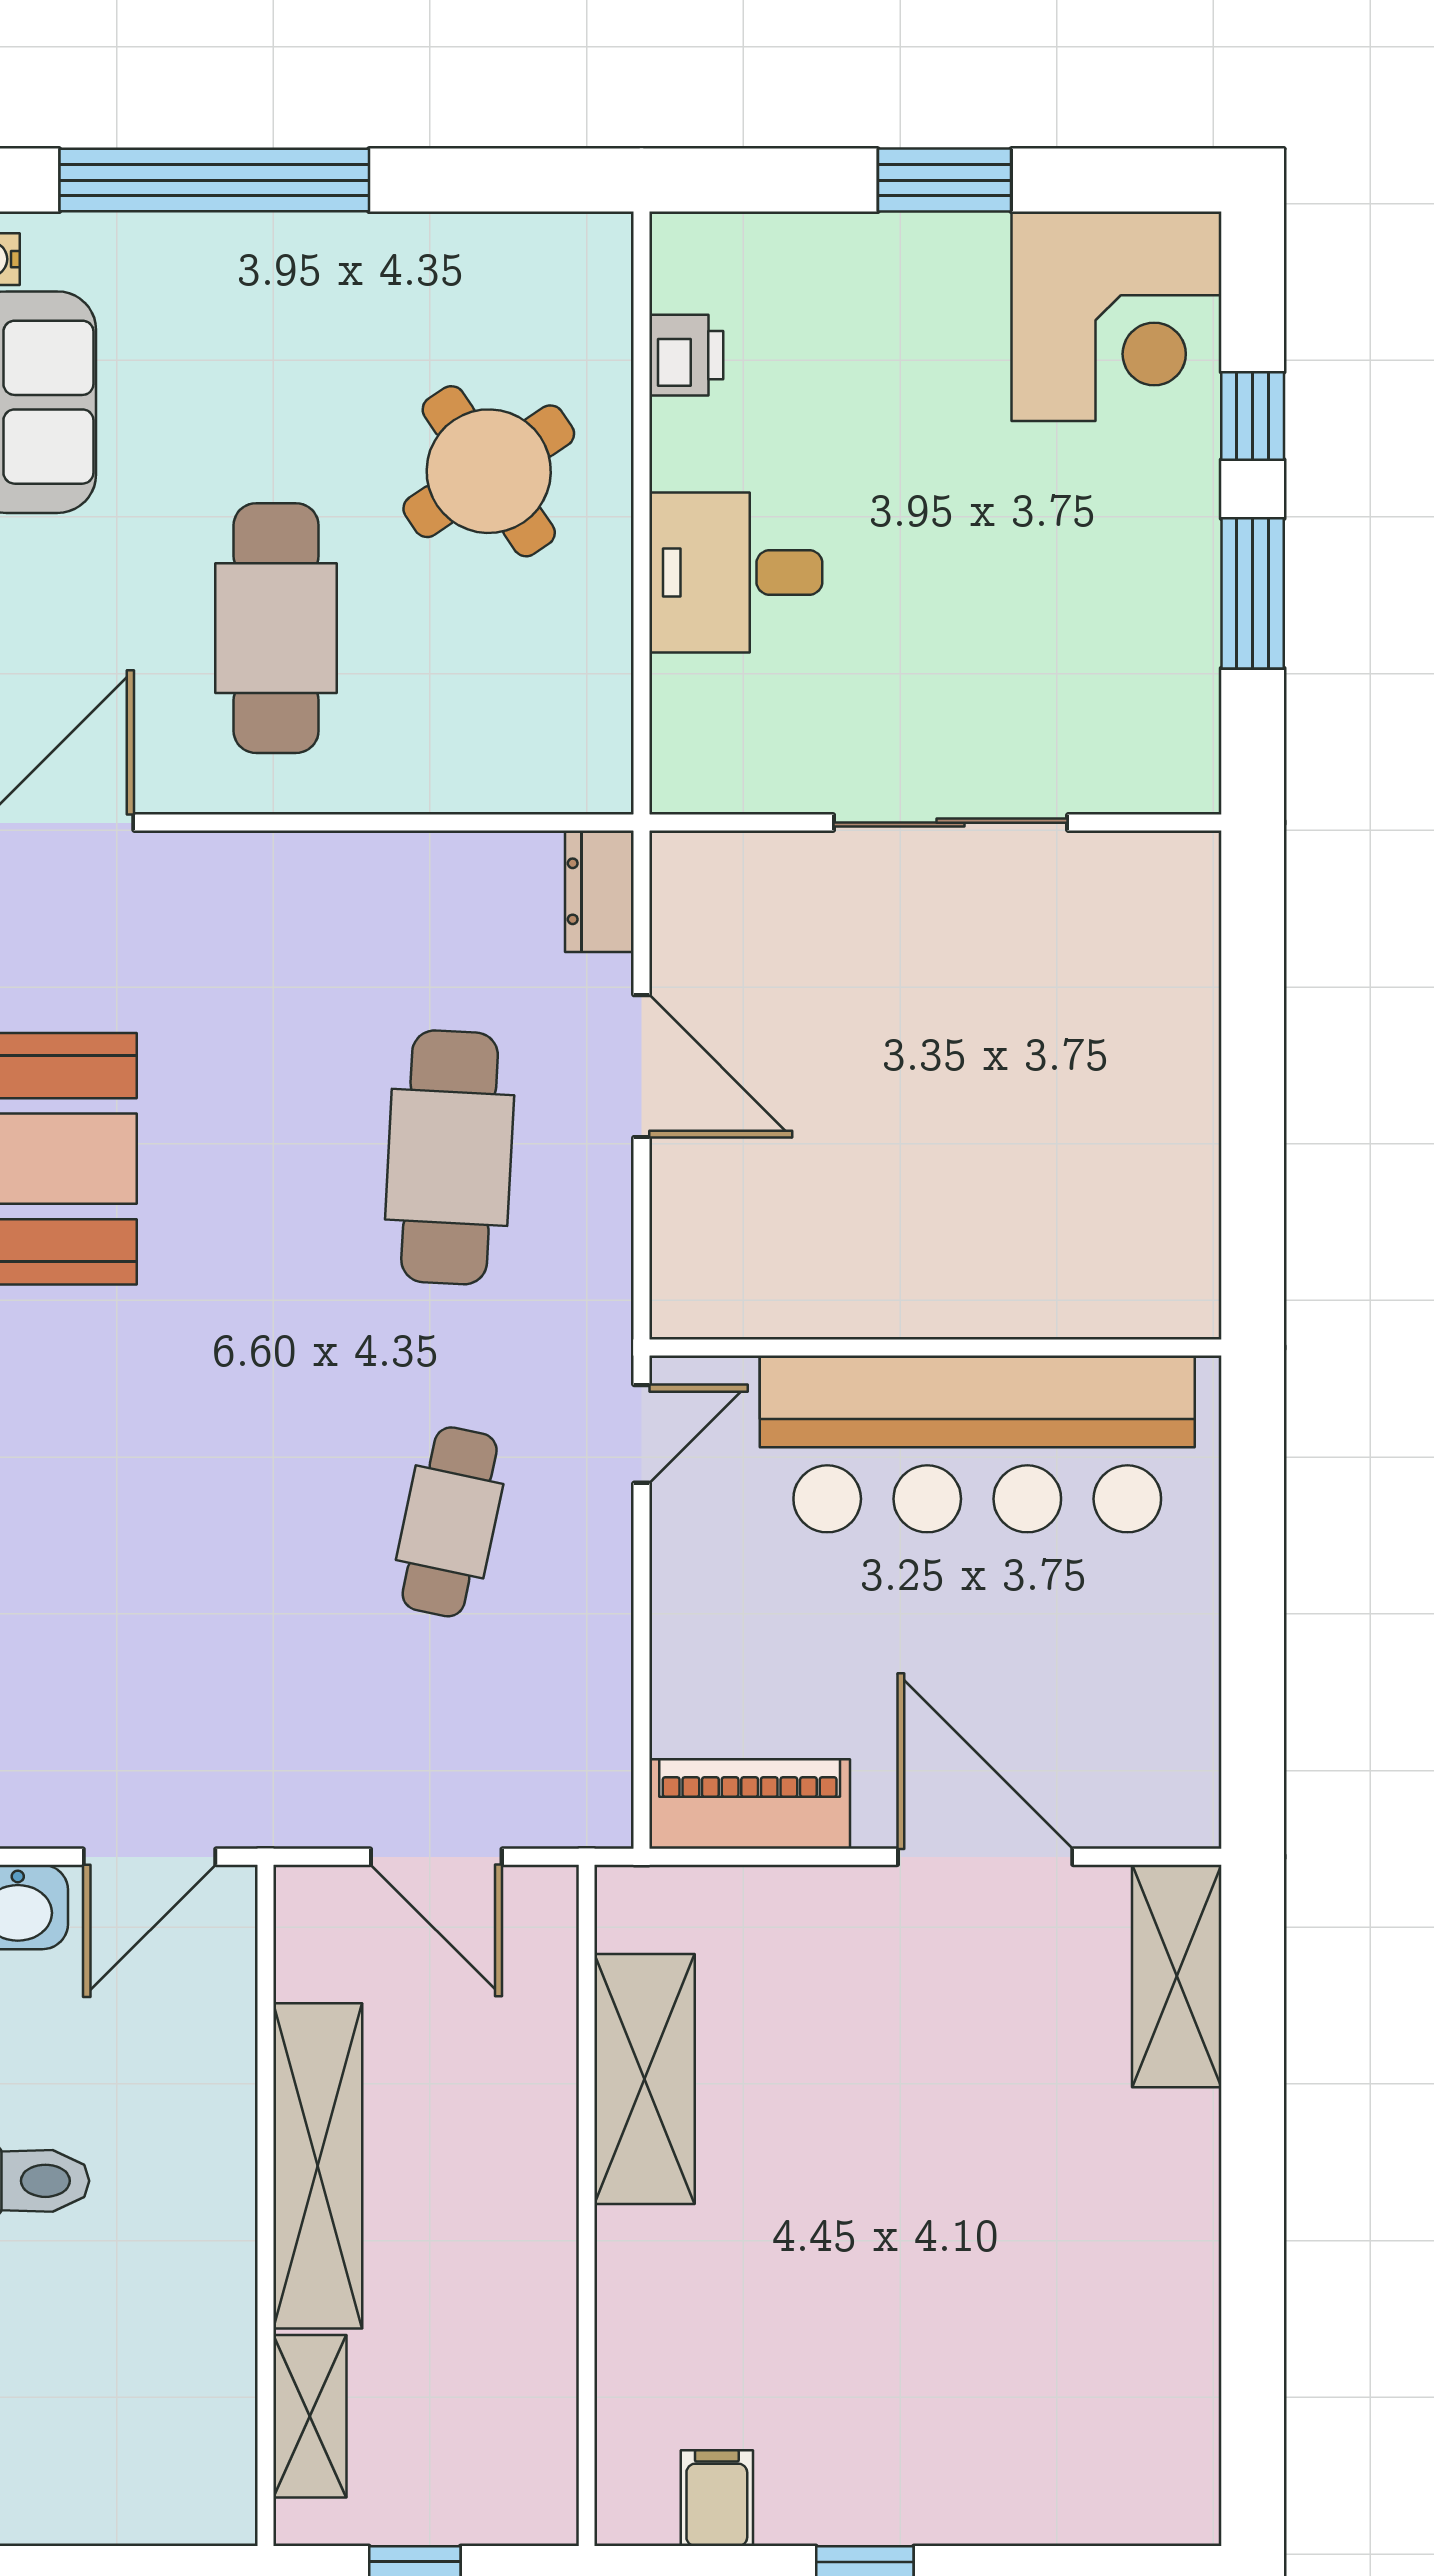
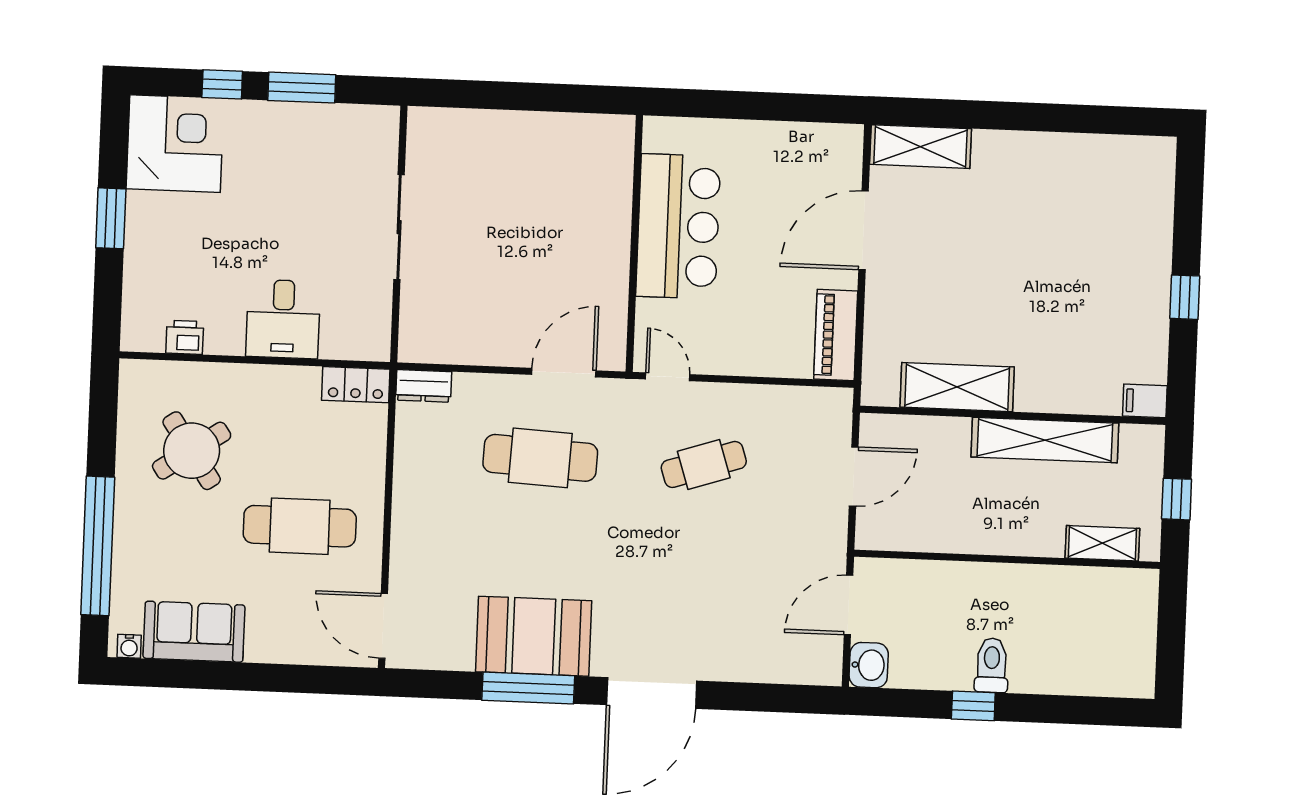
round table: (489, 471) -> (192, 451), moved
locker: (596, 740) -> (356, 385), added
door: (642, 1066) -> (564, 373), moved
bar counter: (977, 1444) -> (678, 226), width x0.73
cafe table: (450, 1522) -> (704, 464), turned -30
door: (150, 1857) -> (849, 605), swing flipped
shelving: (318, 2166) -> (1045, 440), moved
filing cabinet: (717, 2498) -> (1145, 401), moved

